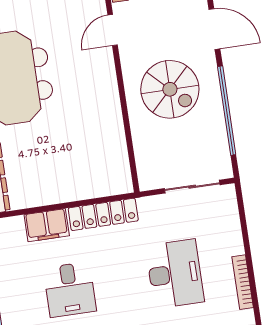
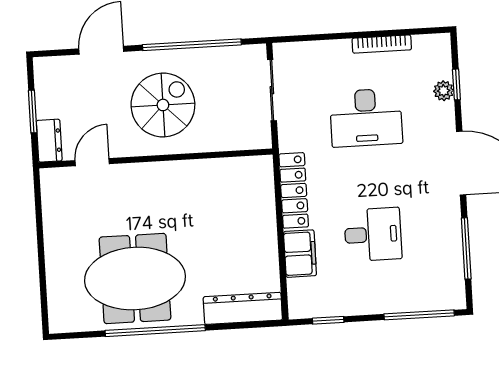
door: (113, 30) -> (92, 162), swing flipped
desk: (175, 274) -> (366, 118), turned 180

